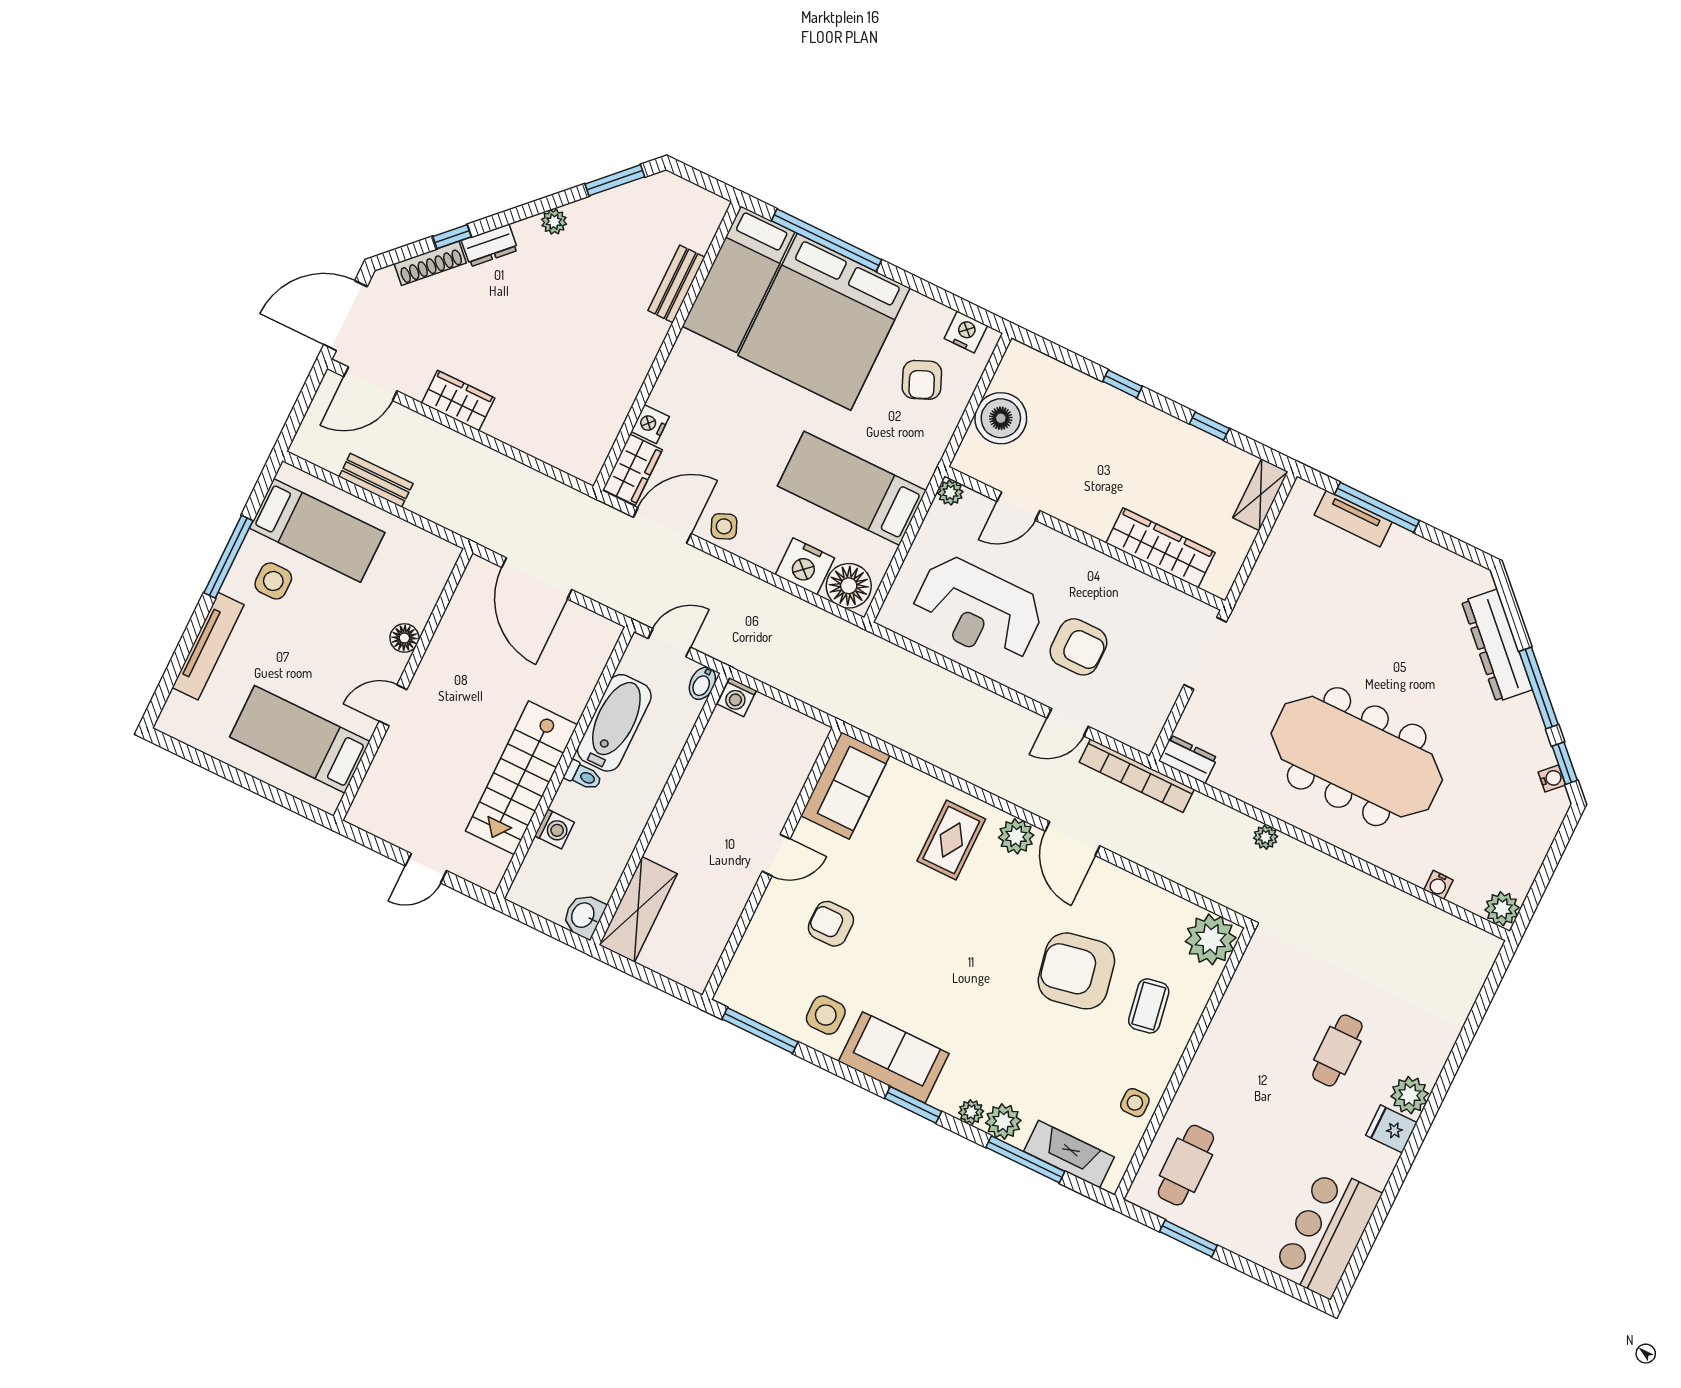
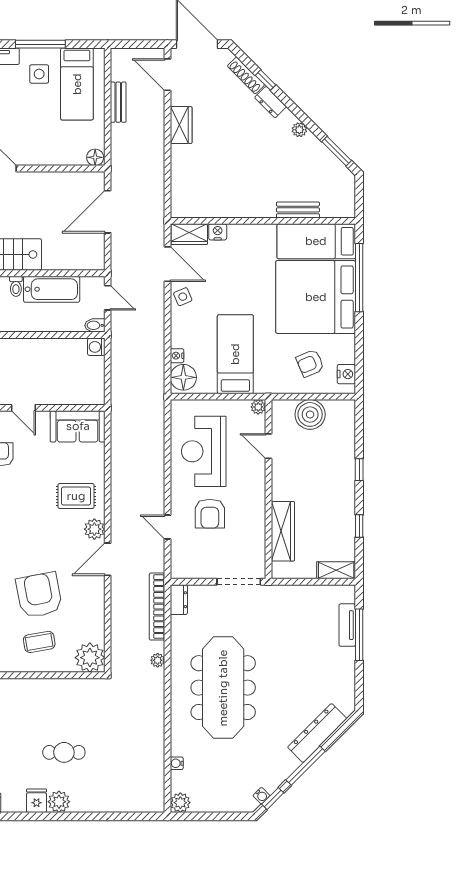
nightstand: (805, 566) -> (177, 356), width x0.53, depth x0.56
floor lamp: (404, 638) -> (95, 157), moved
bookcase: (1137, 776) -> (157, 607), moved

